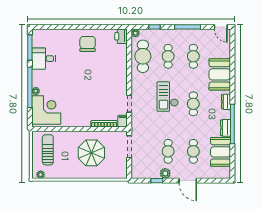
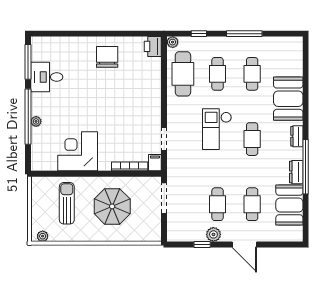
door: (221, 27) -> (290, 34), removed
corner desk: (46, 110) -> (78, 151), moved, turned -90
sun lounger: (48, 150) -> (67, 203), moved

